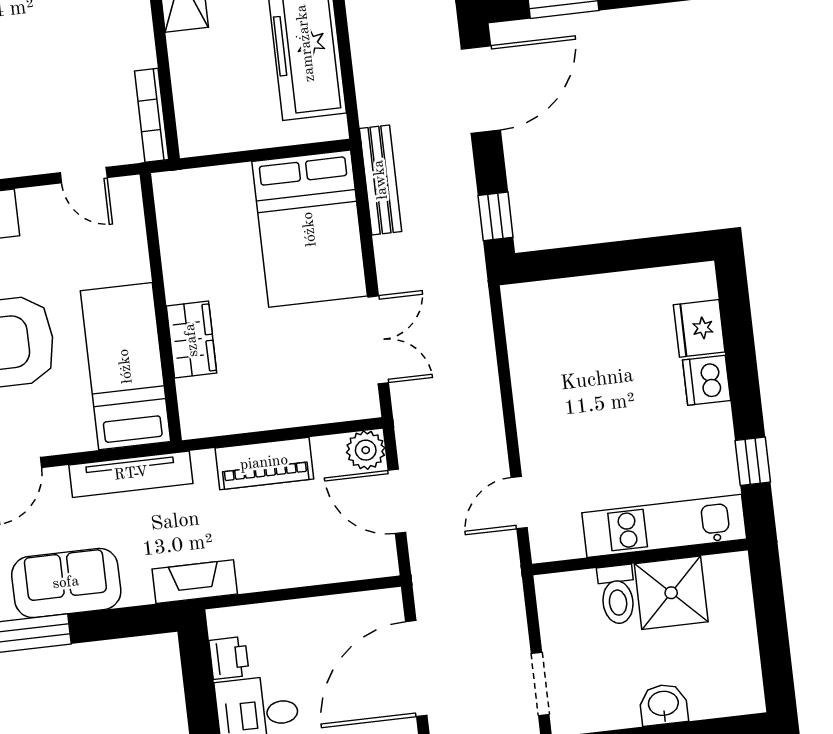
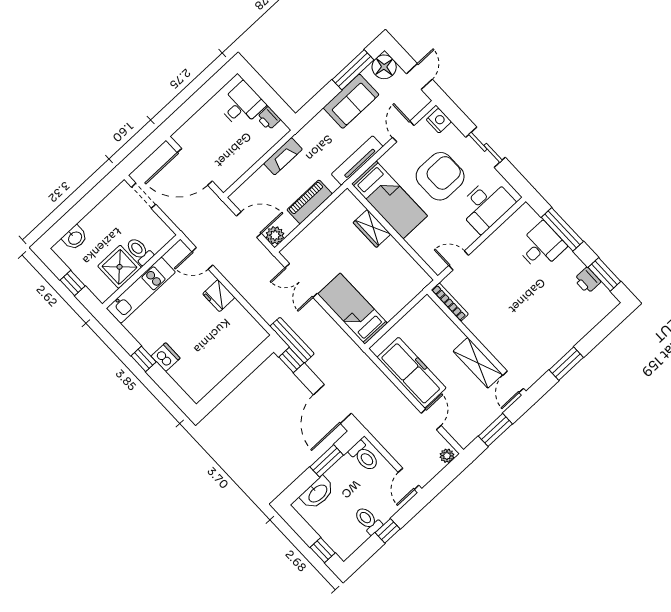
bench: (381, 180) -> (292, 340), moved
bed: (310, 229) -> (352, 309), width x0.67
fridge: (699, 328) -> (219, 296), moved, turned 180
window: (753, 461) -> (144, 359), moved
door: (519, 503) -> (202, 258), swing flipped
fireplace: (195, 582) -> (283, 156), moved
window: (772, 625) -> (73, 283), added
door: (416, 669) -> (195, 167), swing flipped
washbasin: (663, 705) -> (75, 238), moved

